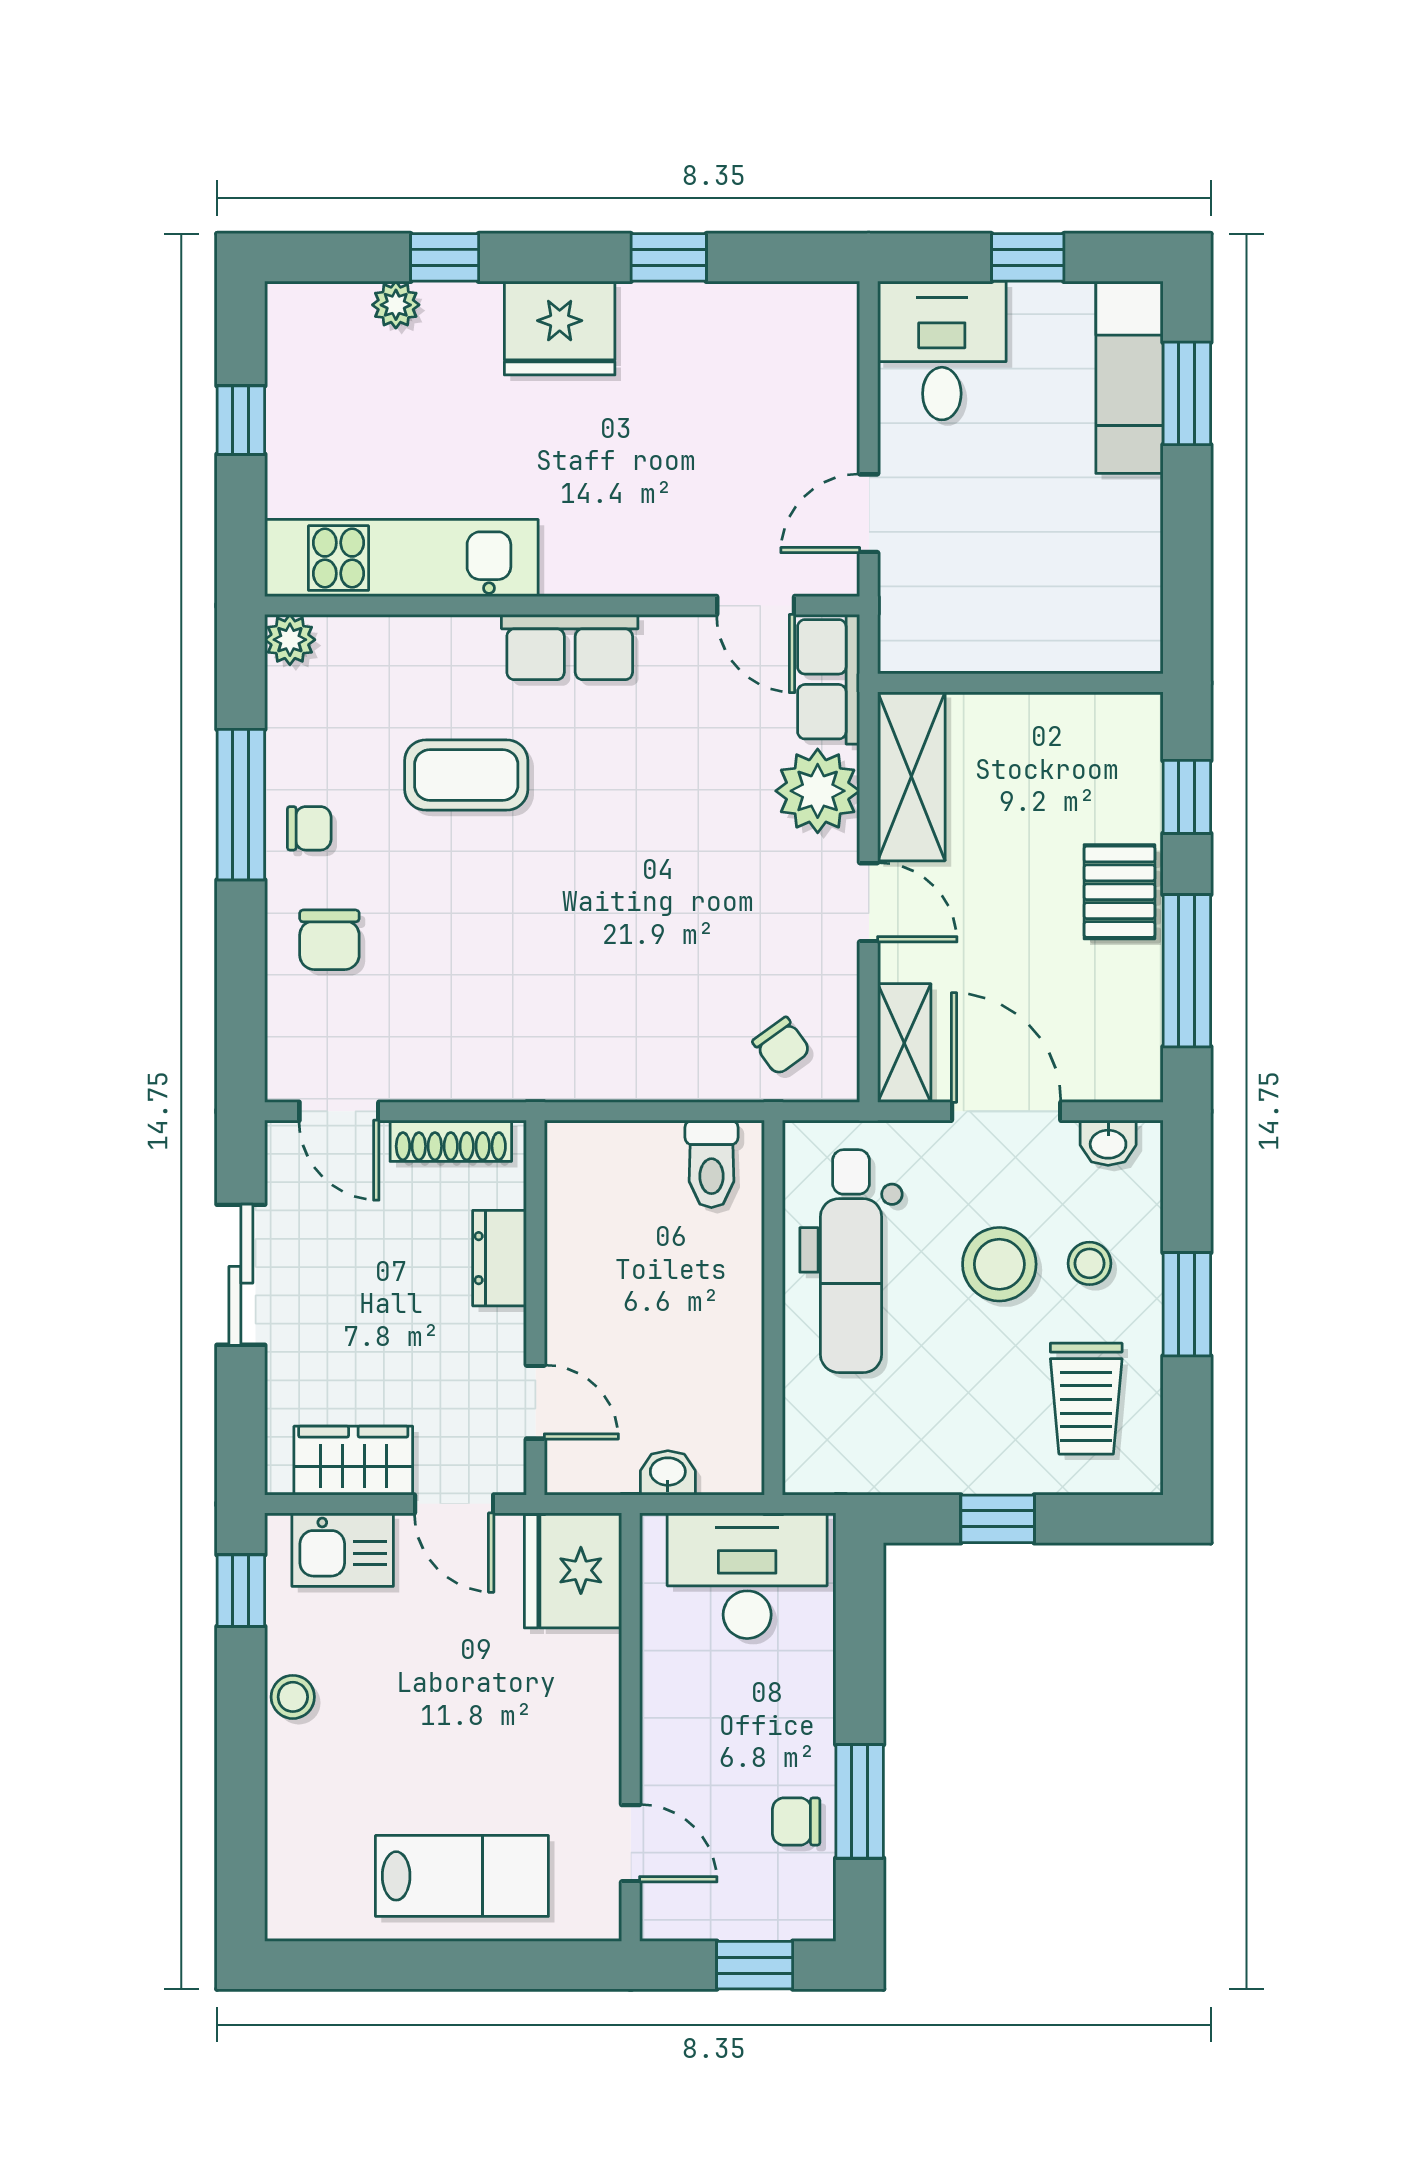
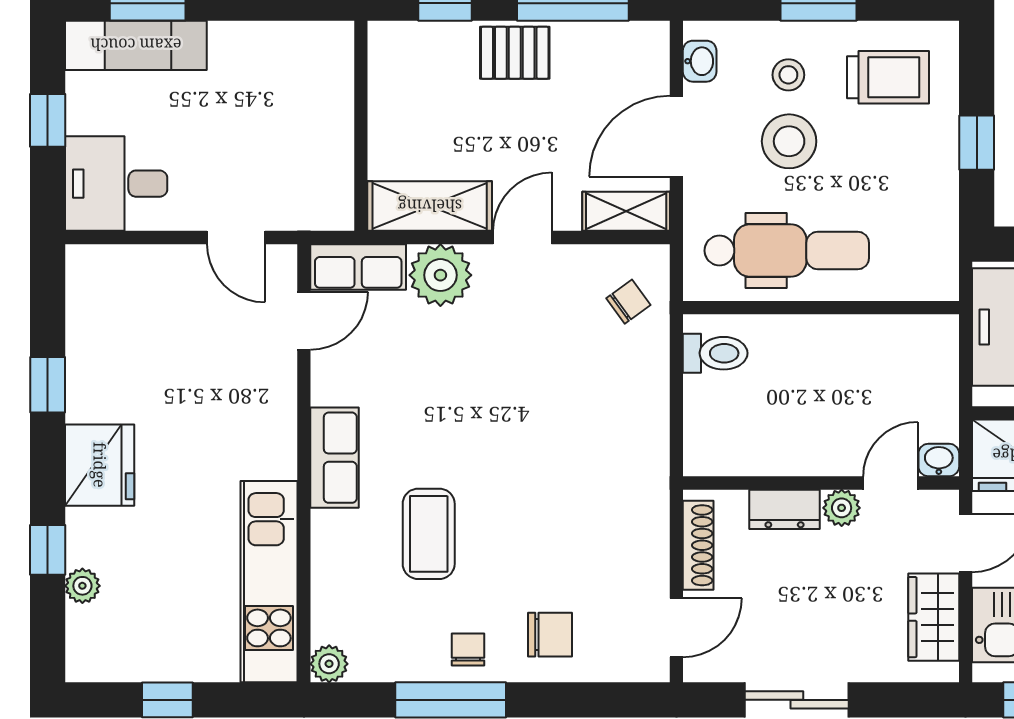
plant: (502, 1336) -> (842, 508), added
washbasin: (668, 1473) -> (939, 460), moved, turned 90

